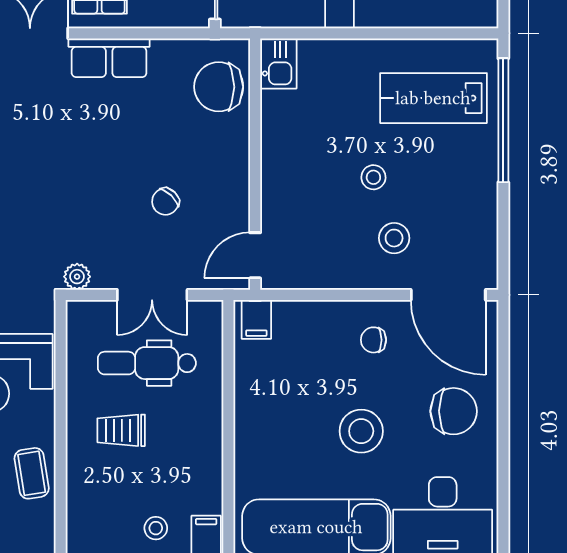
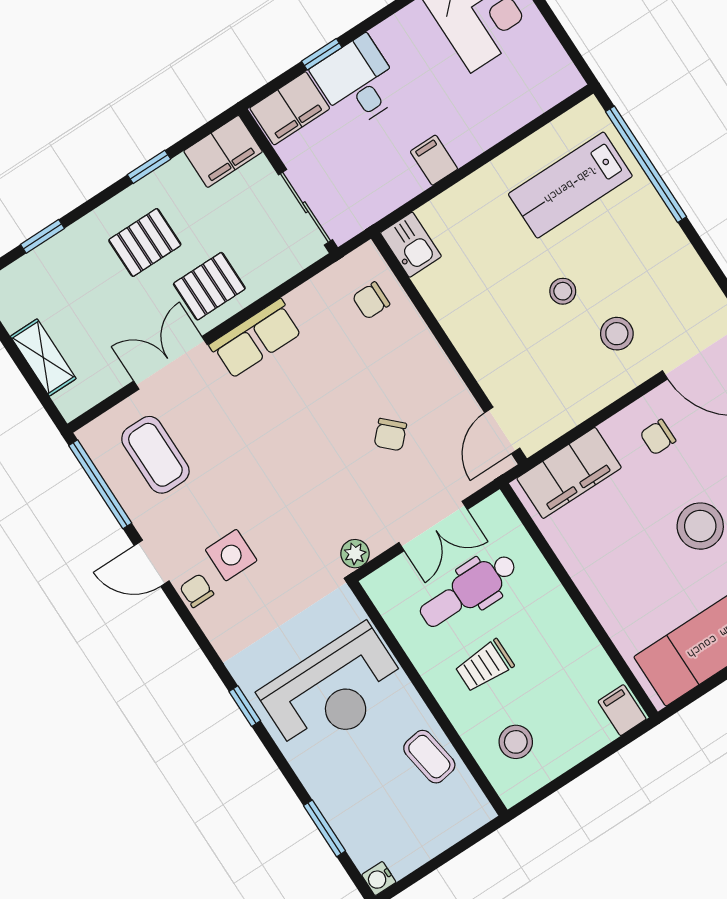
chair: (219, 87) -> (371, 301), width x0.54, depth x0.54
filing cabinet: (256, 319) -> (569, 473), width x3.00, depth x1.17
stool: (156, 528) -> (516, 742), moved, width x1.37, depth x1.37

